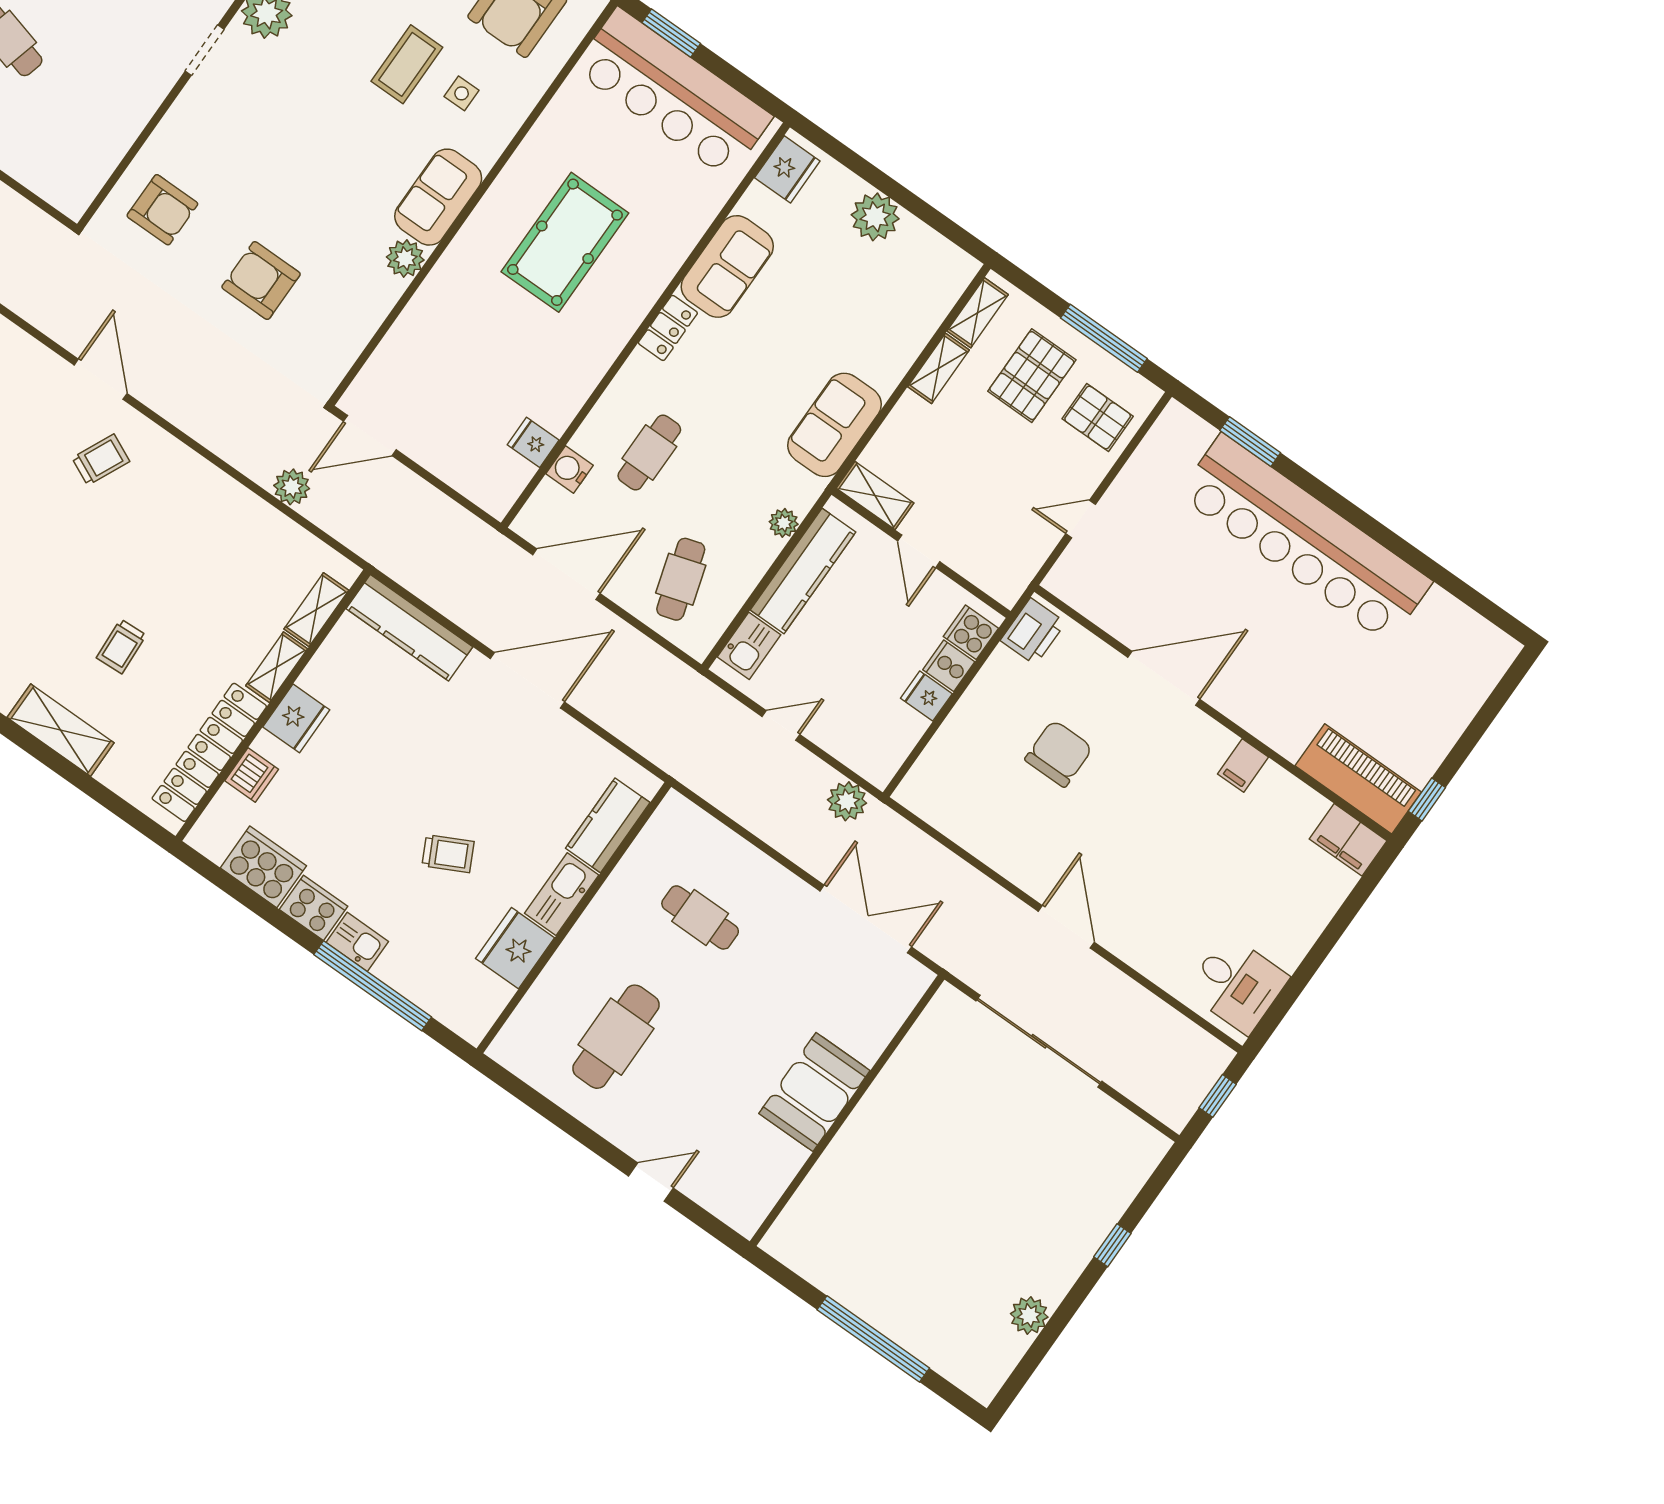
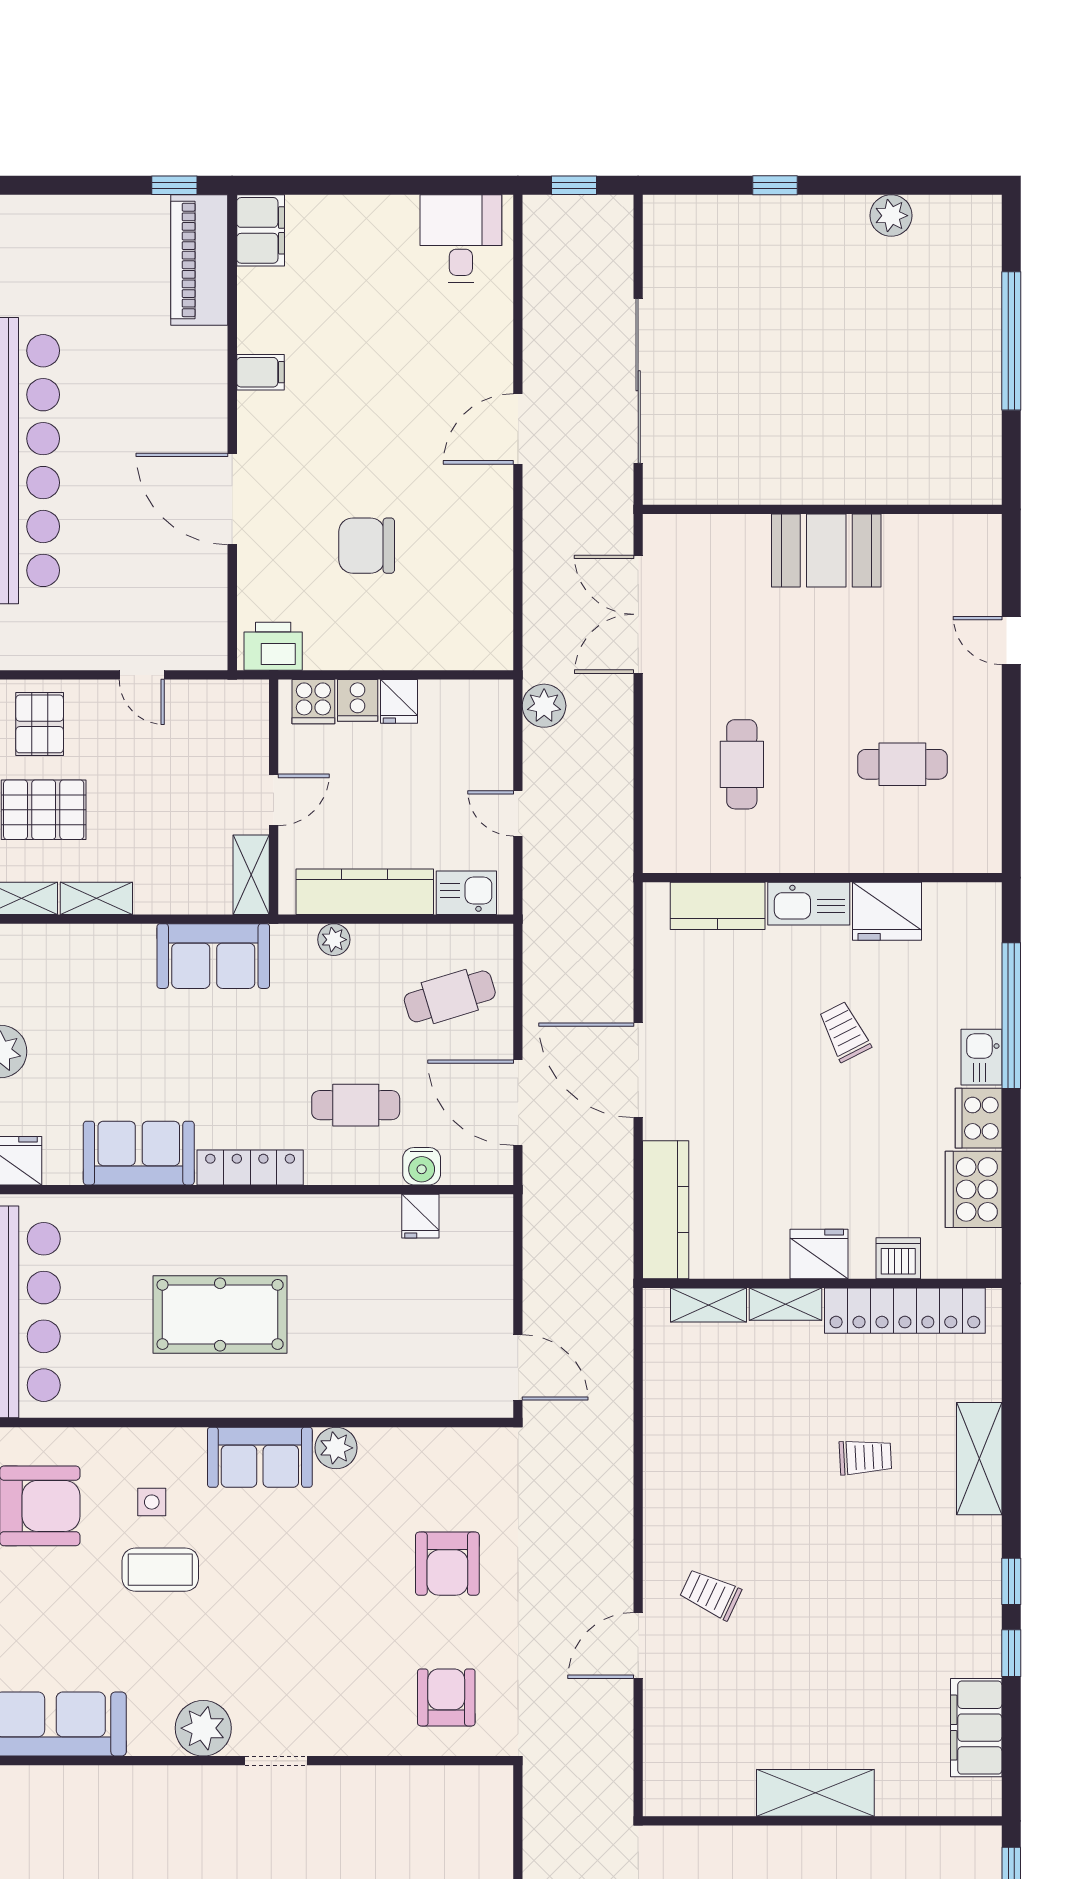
locker: (668, 328) -> (250, 1167), width x1.53
plant: (292, 487) -> (614, 1405), removed
cafe table: (616, 1037) -> (902, 764), width x0.73, depth x0.74

